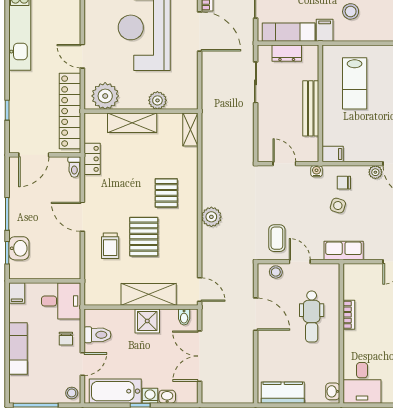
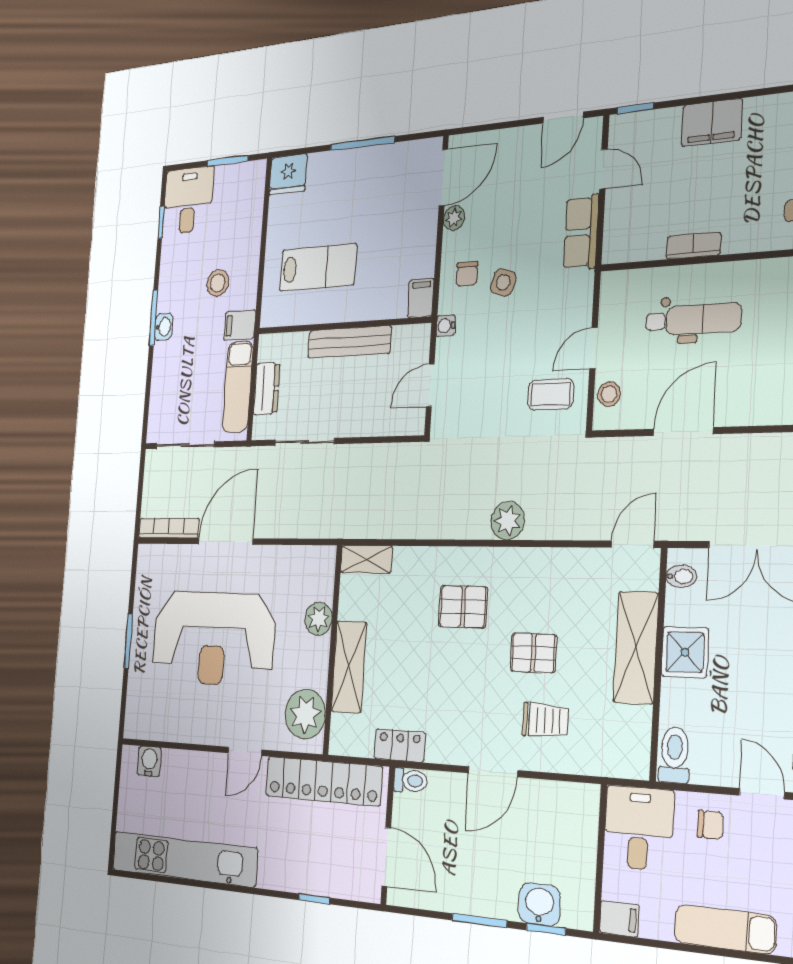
pallet: (144, 237) -> (533, 653), width x0.67, depth x0.71
row of seats: (344, 251) -> (581, 232), moved
toilet: (98, 335) -> (674, 755), moved

